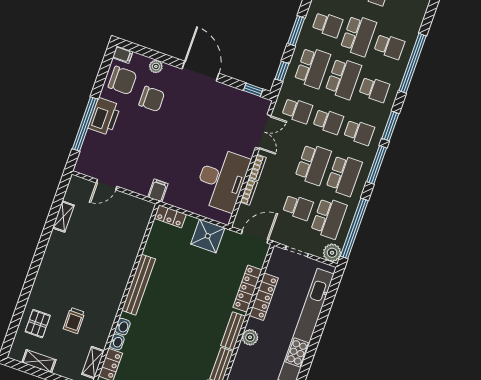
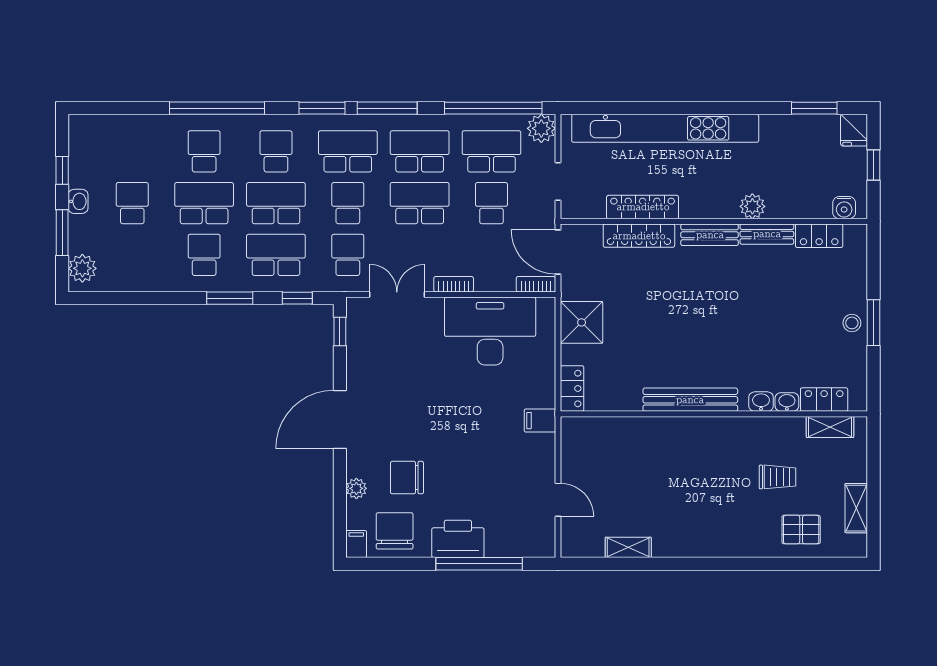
chair: (152, 99) -> (407, 478), turned -90
school desk: (359, 132) -> (348, 151), width x1.85
bookcase: (249, 192) -> (536, 284), moved
plant: (250, 337) -> (752, 206), moved

